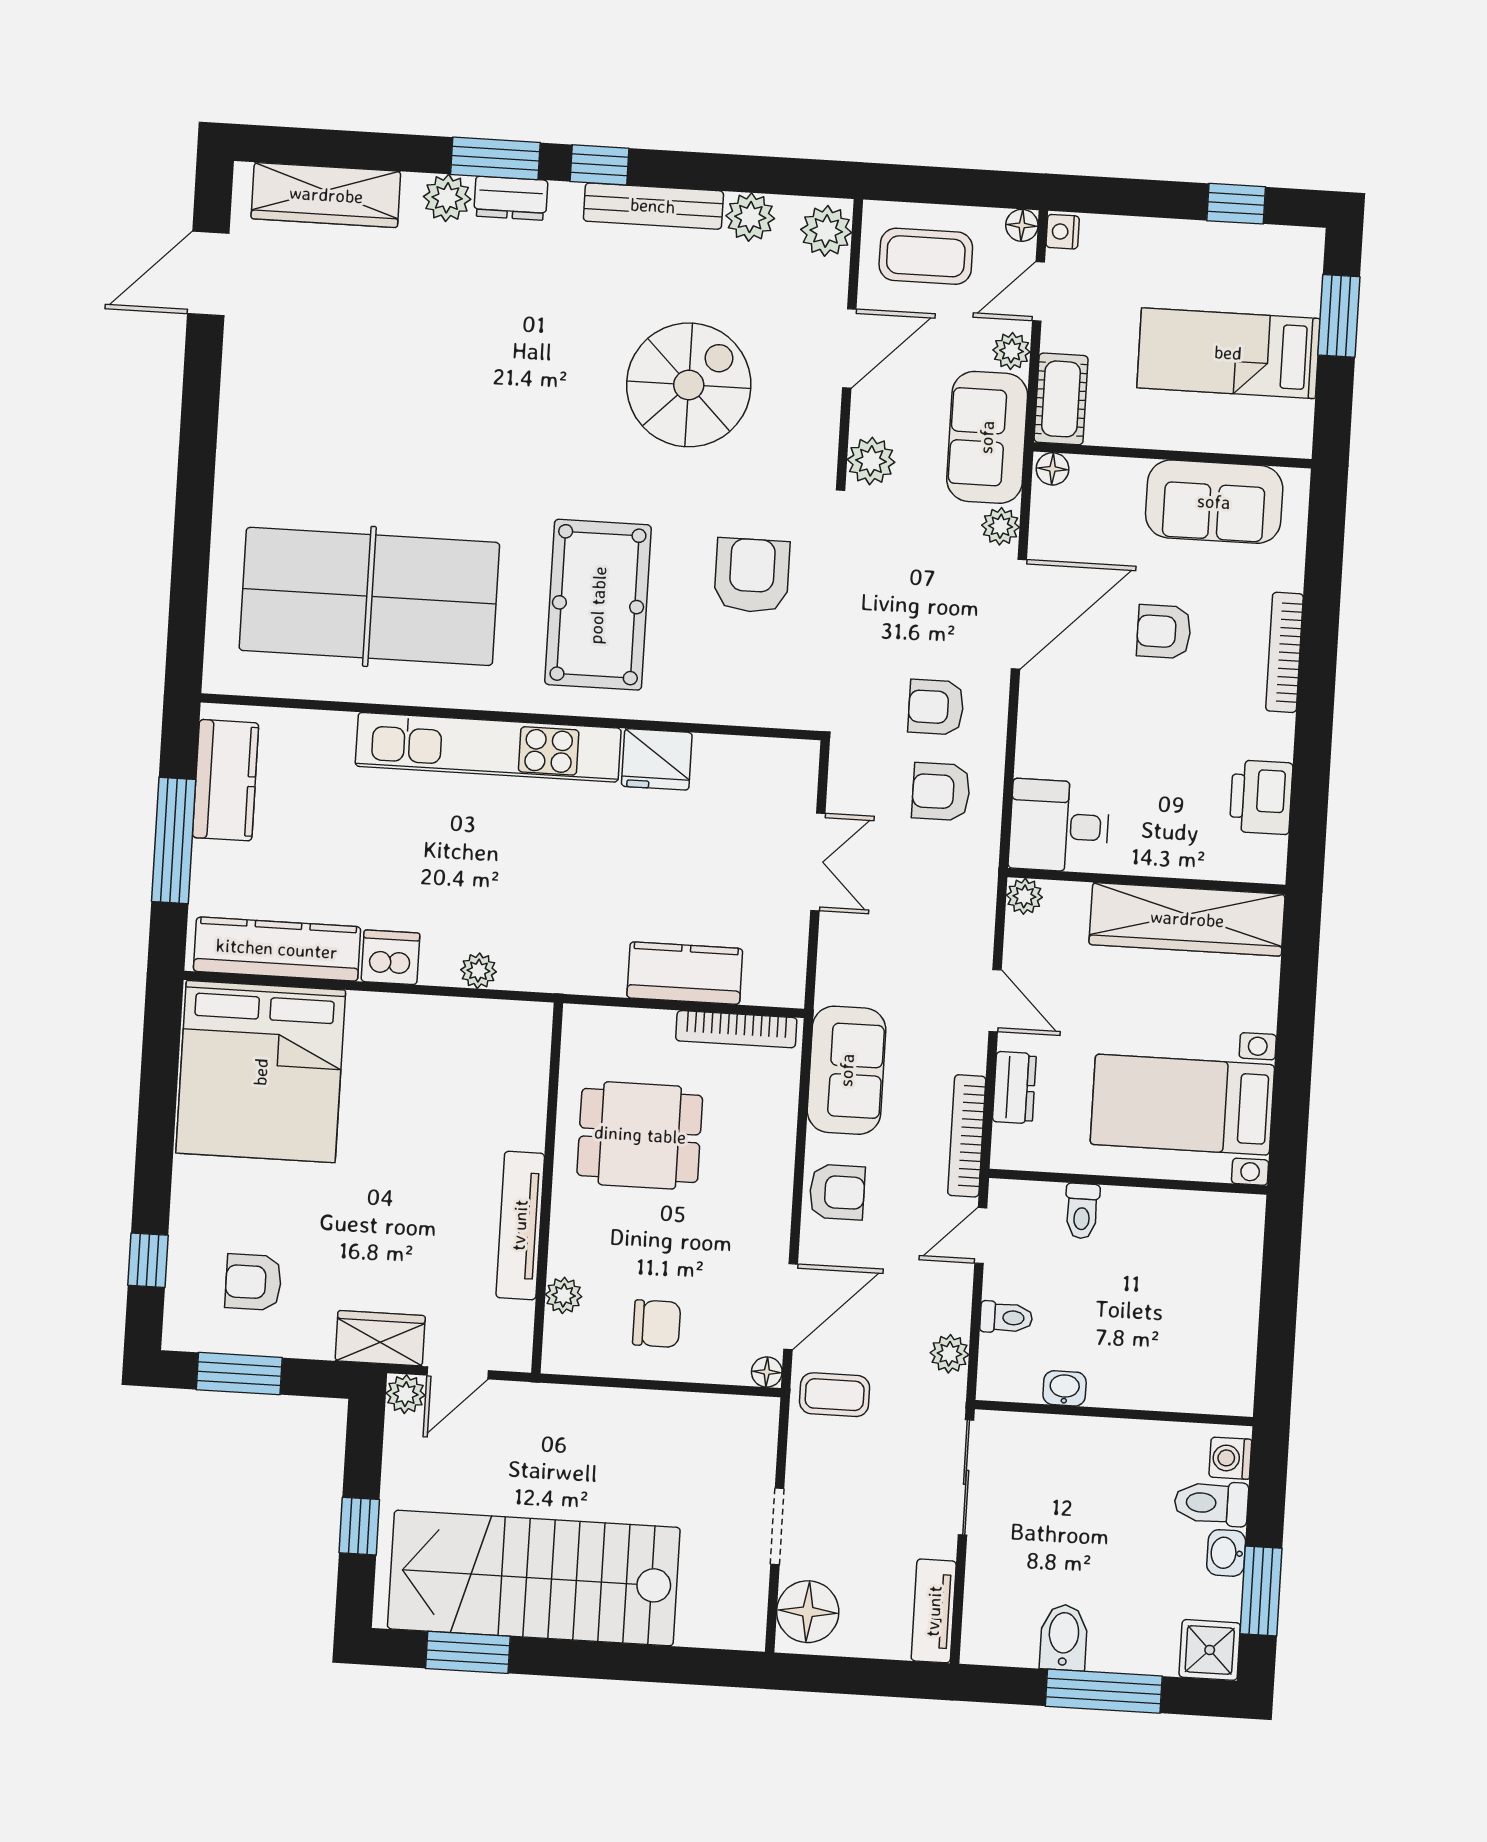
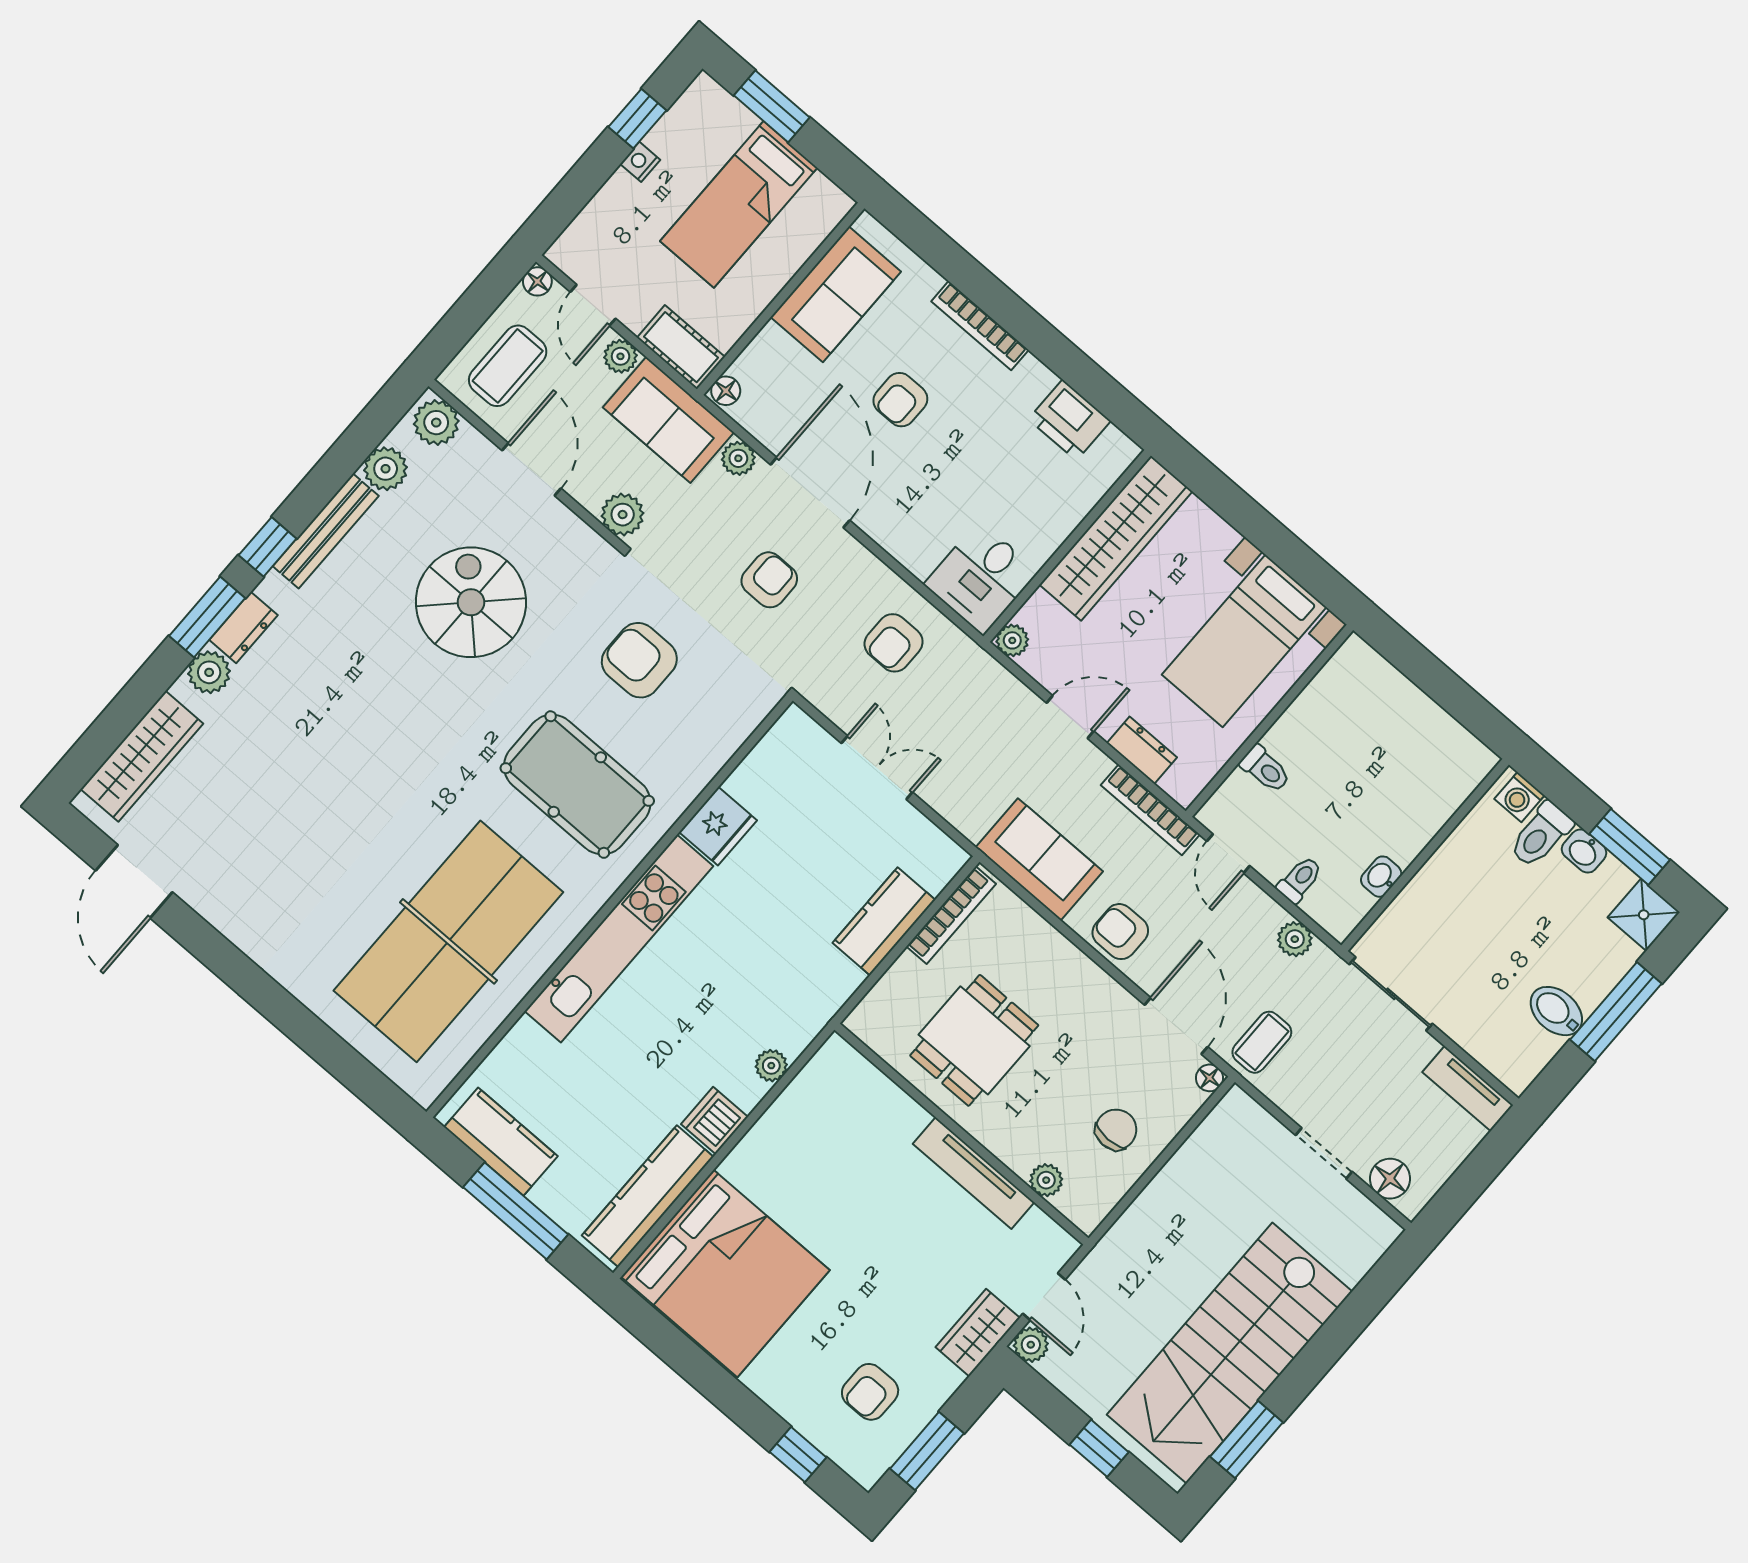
nightstand: (1063, 232) -> (640, 162), moved, turned 90
armchair: (936, 707) -> (769, 580), moved, turned 180
armchair: (837, 1192) -> (1120, 932), turned -90
floor lamp: (808, 1612) -> (1390, 1179), width x0.73, depth x0.73

